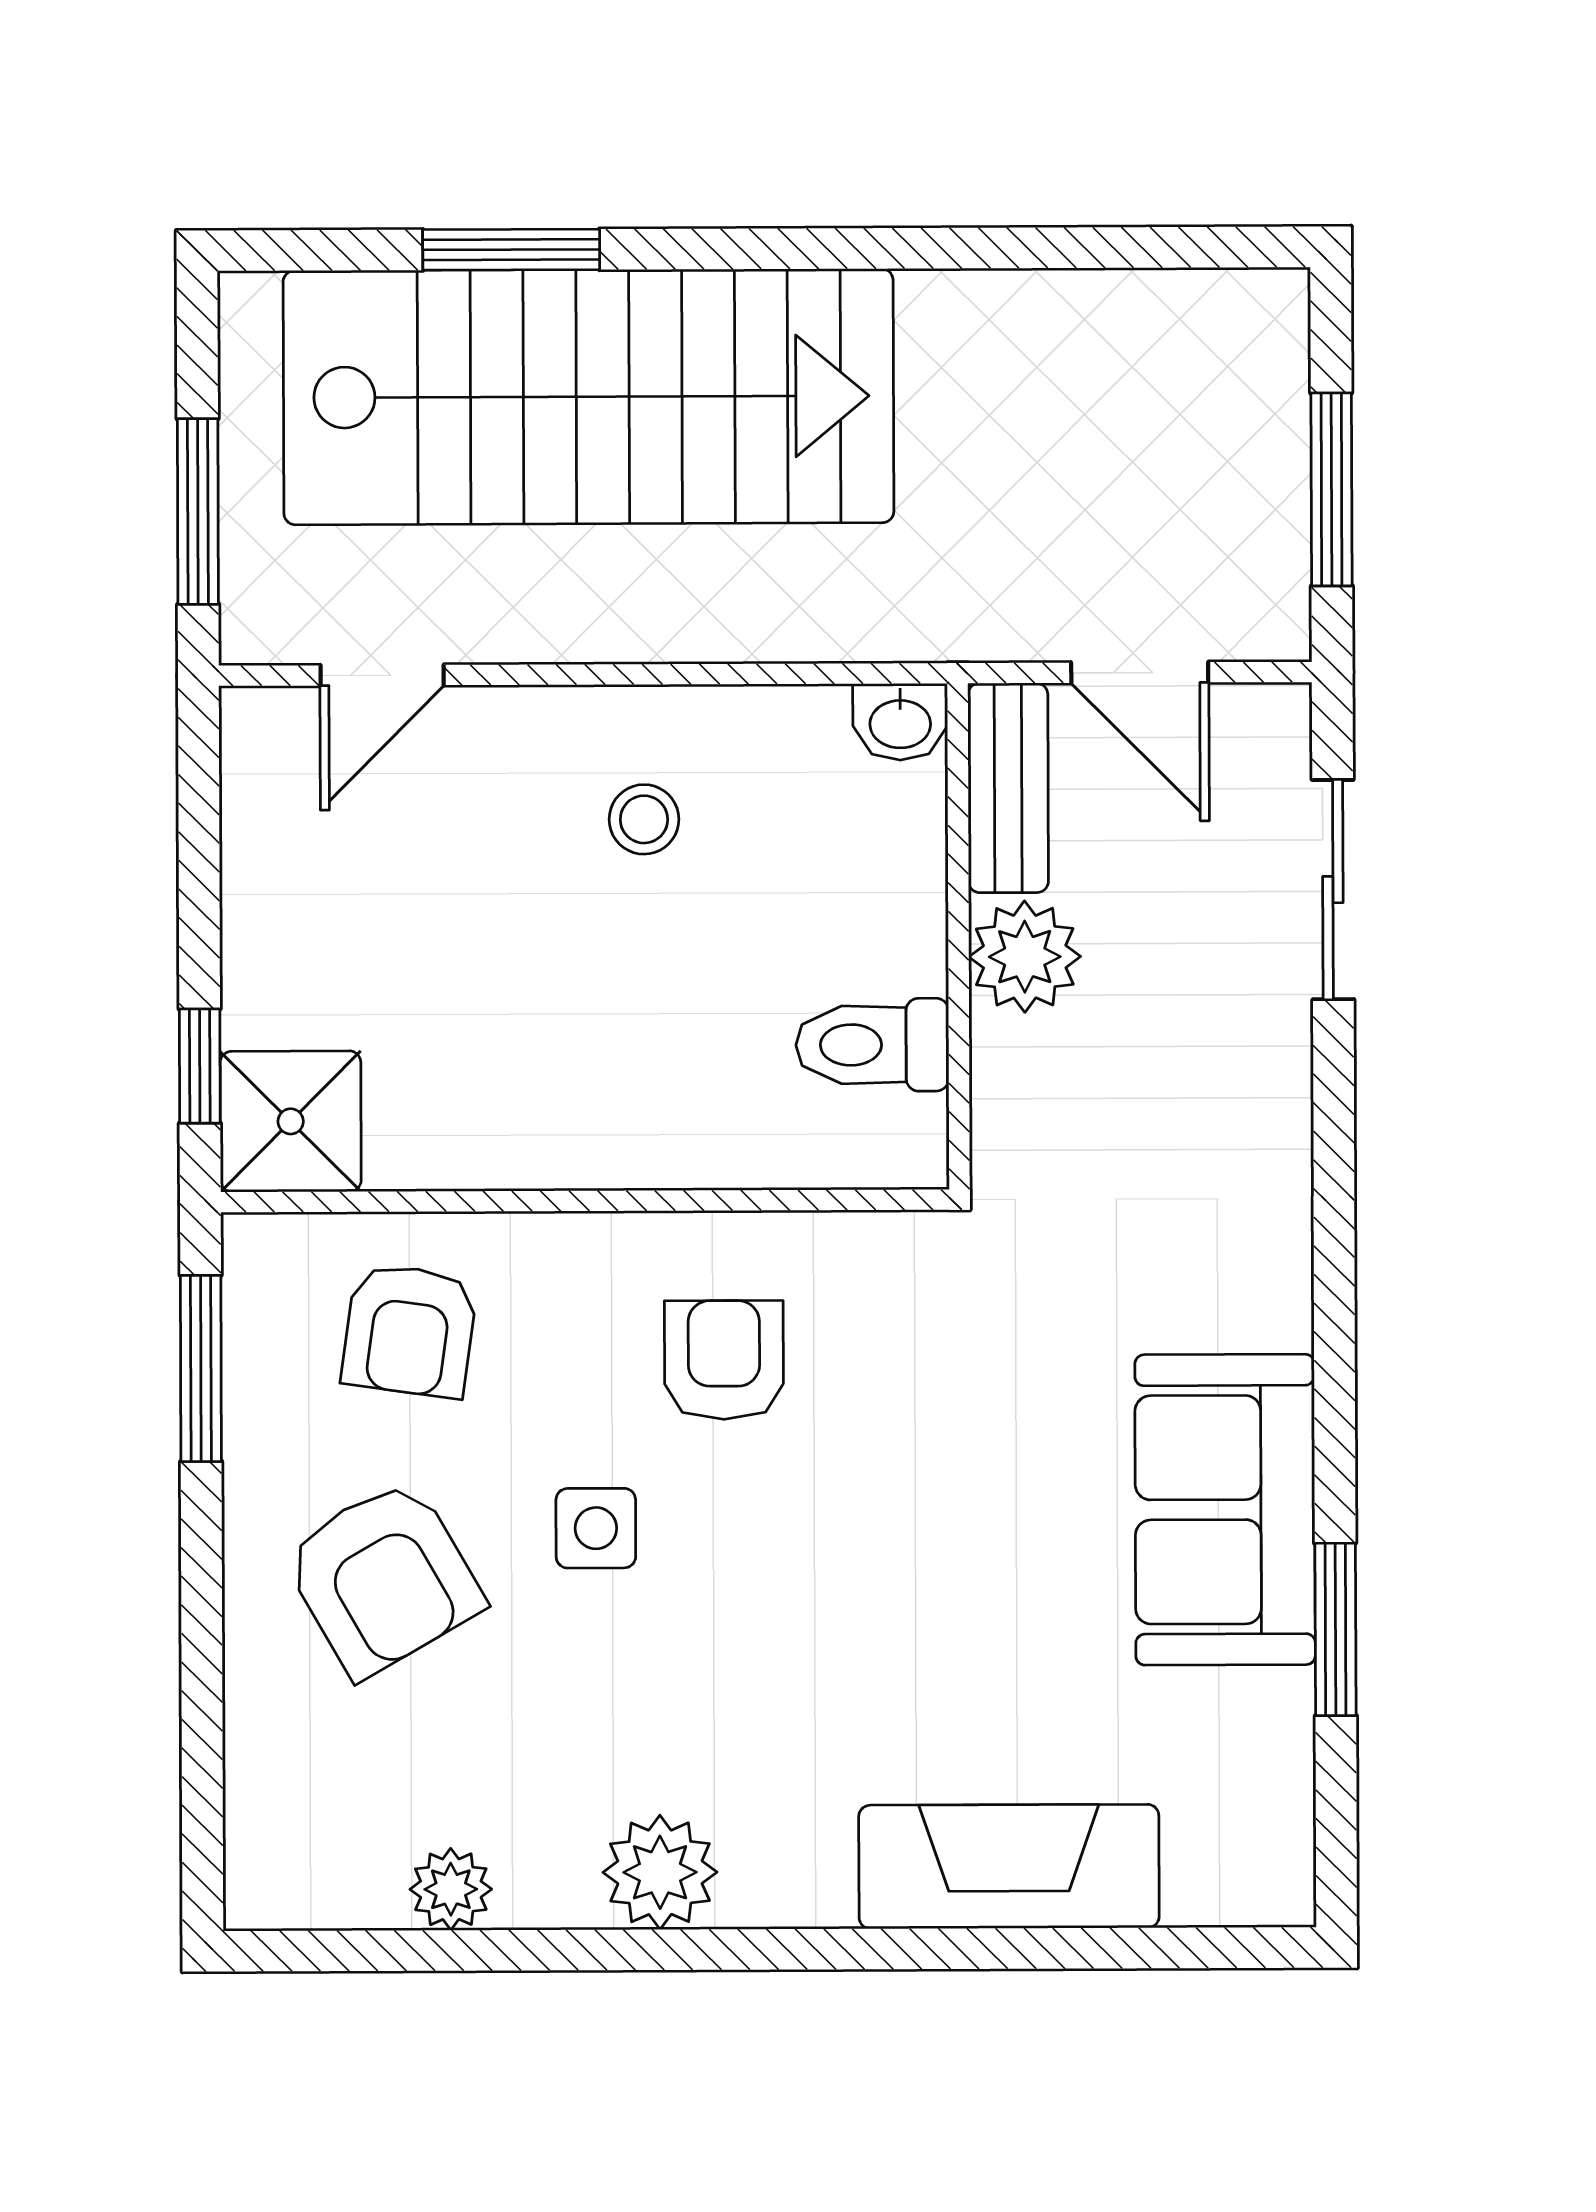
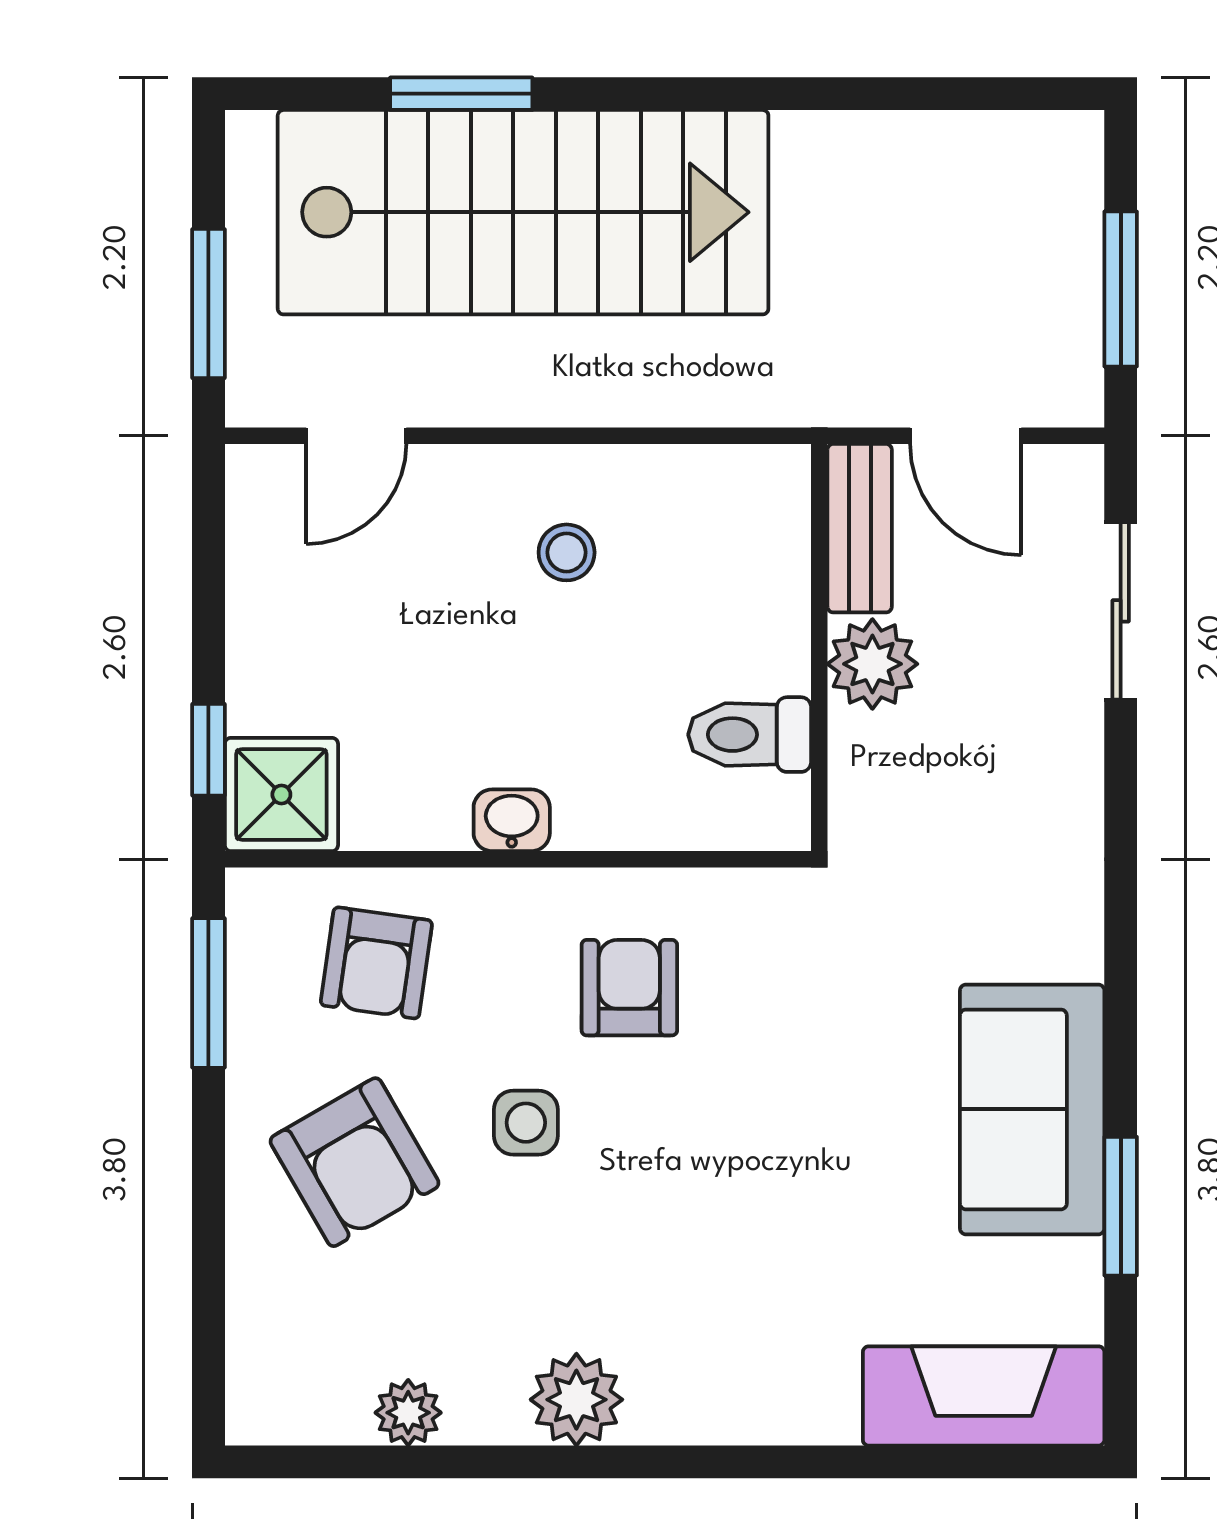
washbasin: (900, 722) -> (512, 820), moved, turned 180
fireplace: (1009, 1866) -> (984, 1396), moved

